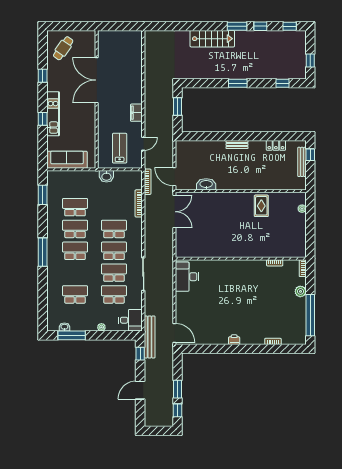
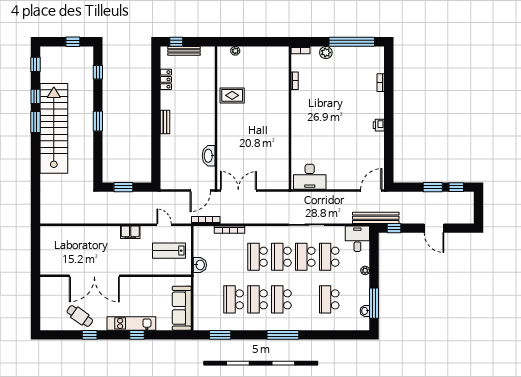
stairs: (212, 39) -> (54, 128), width x1.86, depth x1.51
cafe table: (63, 48) -> (80, 316), moved

